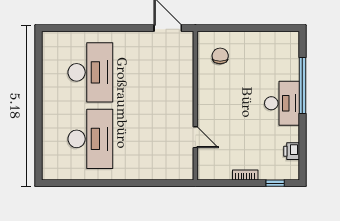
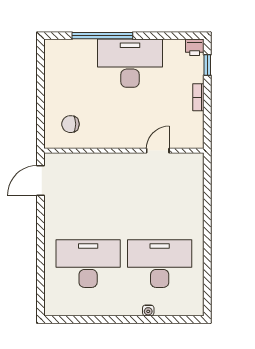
desk: (282, 103) -> (130, 63), width x1.36, depth x1.30
water cooler: (47, 128) -> (148, 310), added
printer: (292, 151) -> (195, 47), moved

